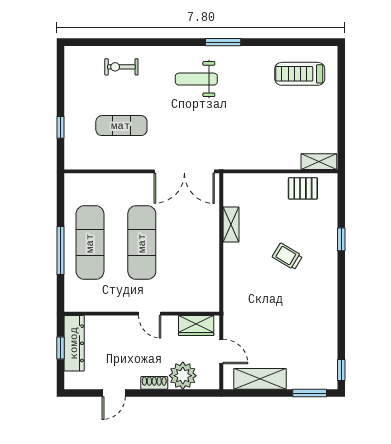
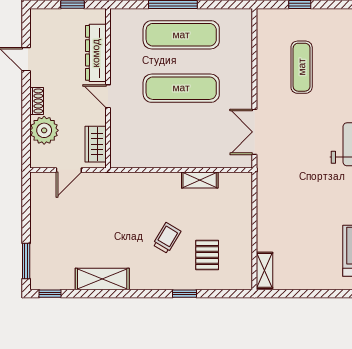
double door: (184, 171) -> (254, 132), width x0.73
pallet: (303, 188) -> (207, 255), moved
door: (150, 314) -> (108, 96), hinge flipped
dresser: (74, 343) -> (96, 53), moved, turned 90
shelving: (260, 379) -> (102, 279), moved, turned 90

